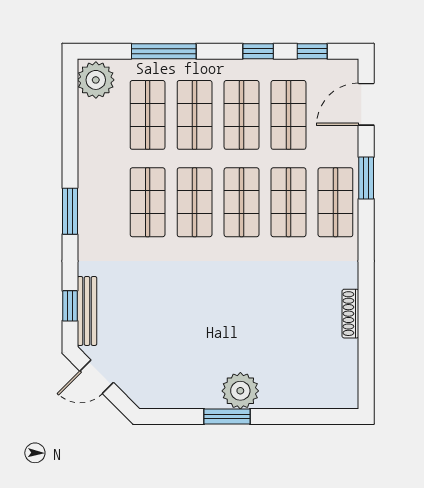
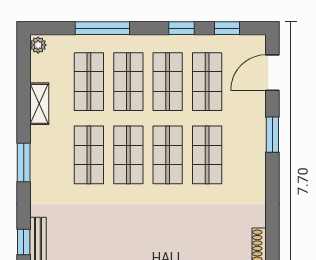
plant: (96, 80) -> (38, 45), width x0.53, depth x0.53
shelving: (89, 141) -> (39, 104), added
shop shelf: (335, 202) -> (247, 155), removed

